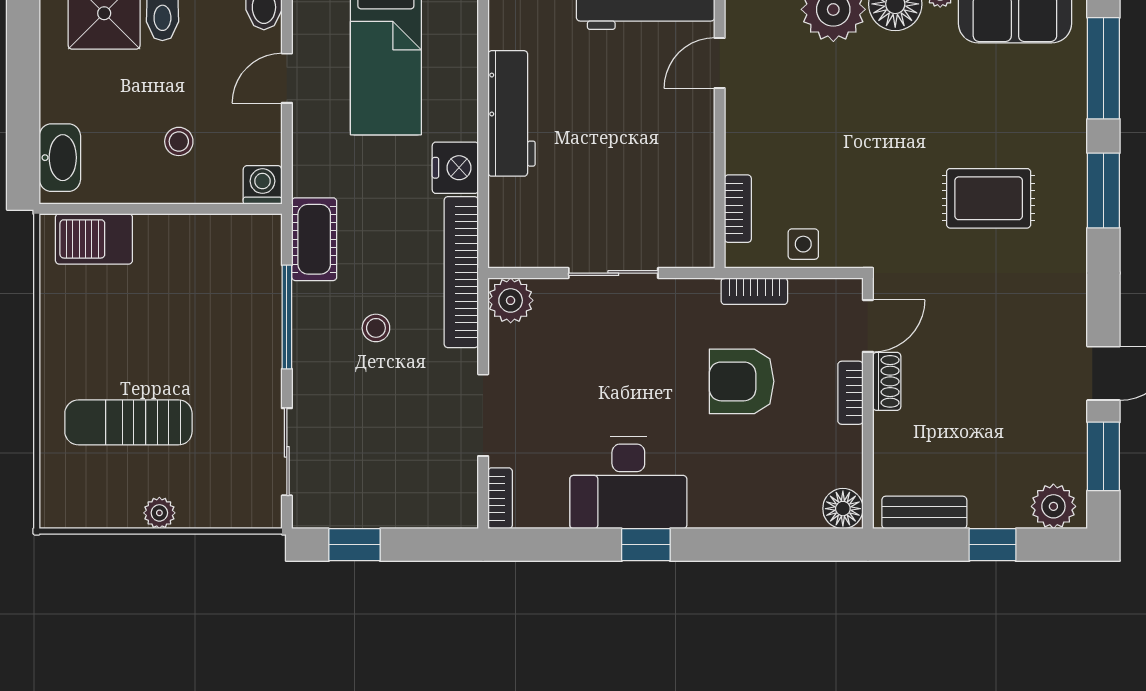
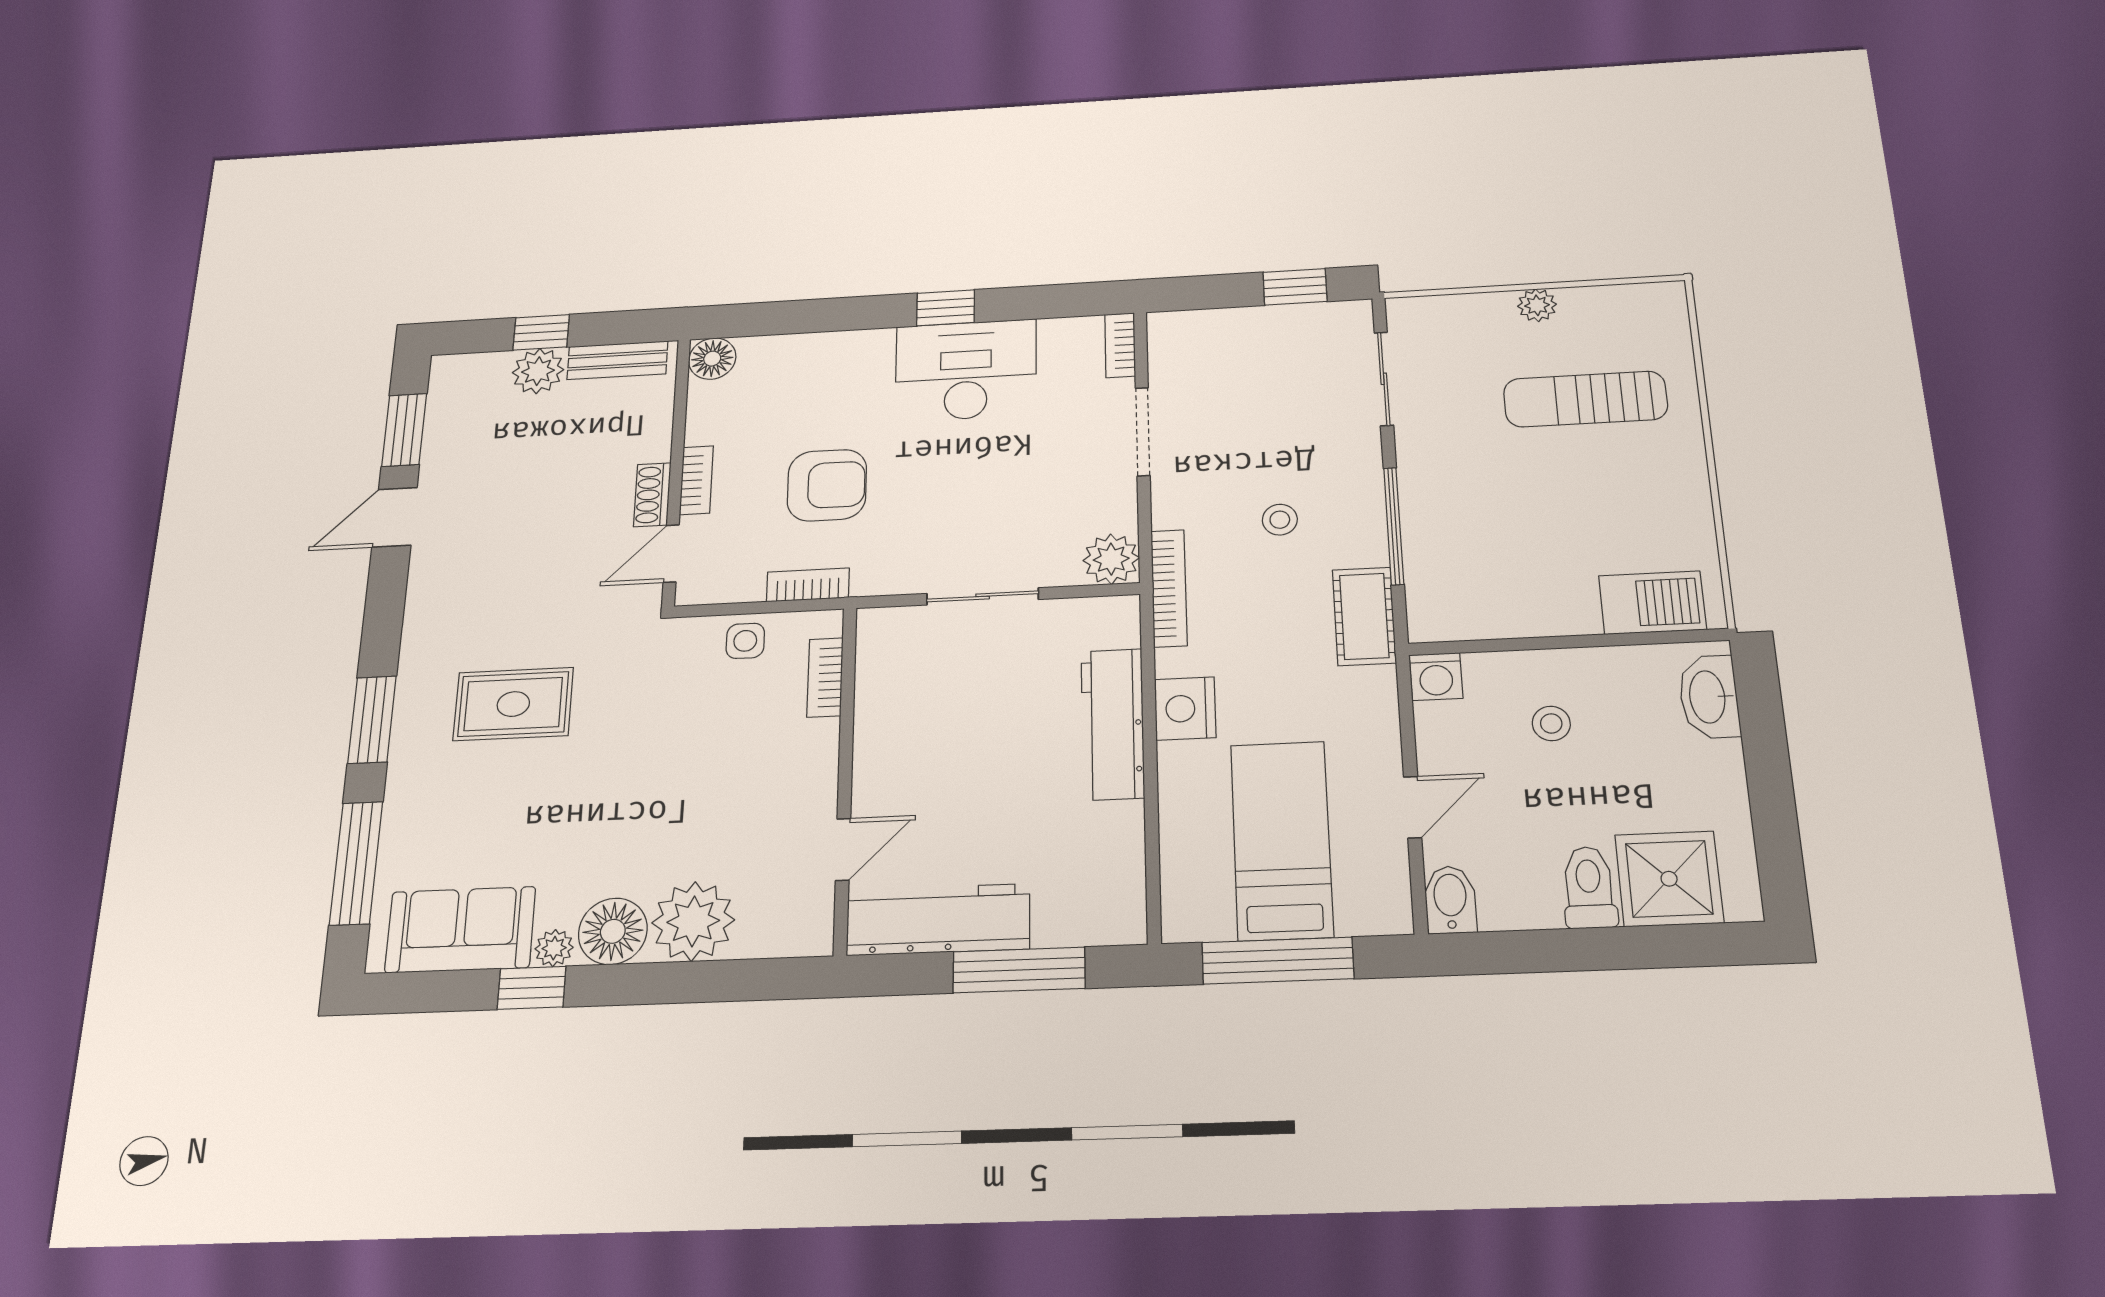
workbench: (512, 113) -> (1113, 724), moved
bookcase: (461, 272) -> (1169, 588), width x0.68, depth x0.76
sun lounger: (128, 422) -> (1585, 399), turned 180
plant: (1053, 506) -> (538, 371), moved

